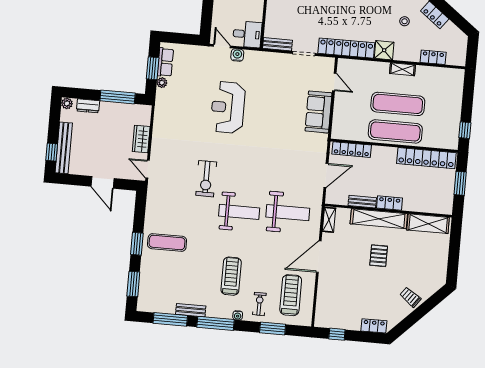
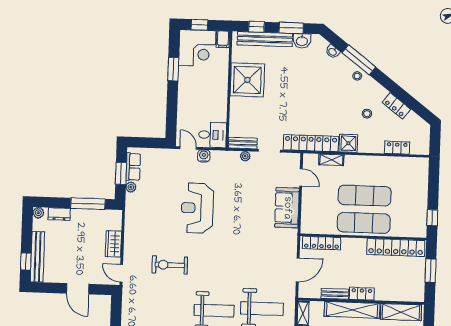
plant: (279, 58) -> (245, 156), added
shelving: (403, 69) -> (331, 160), moved
exercise bike: (206, 179) -> (170, 265), moved, turned 90

